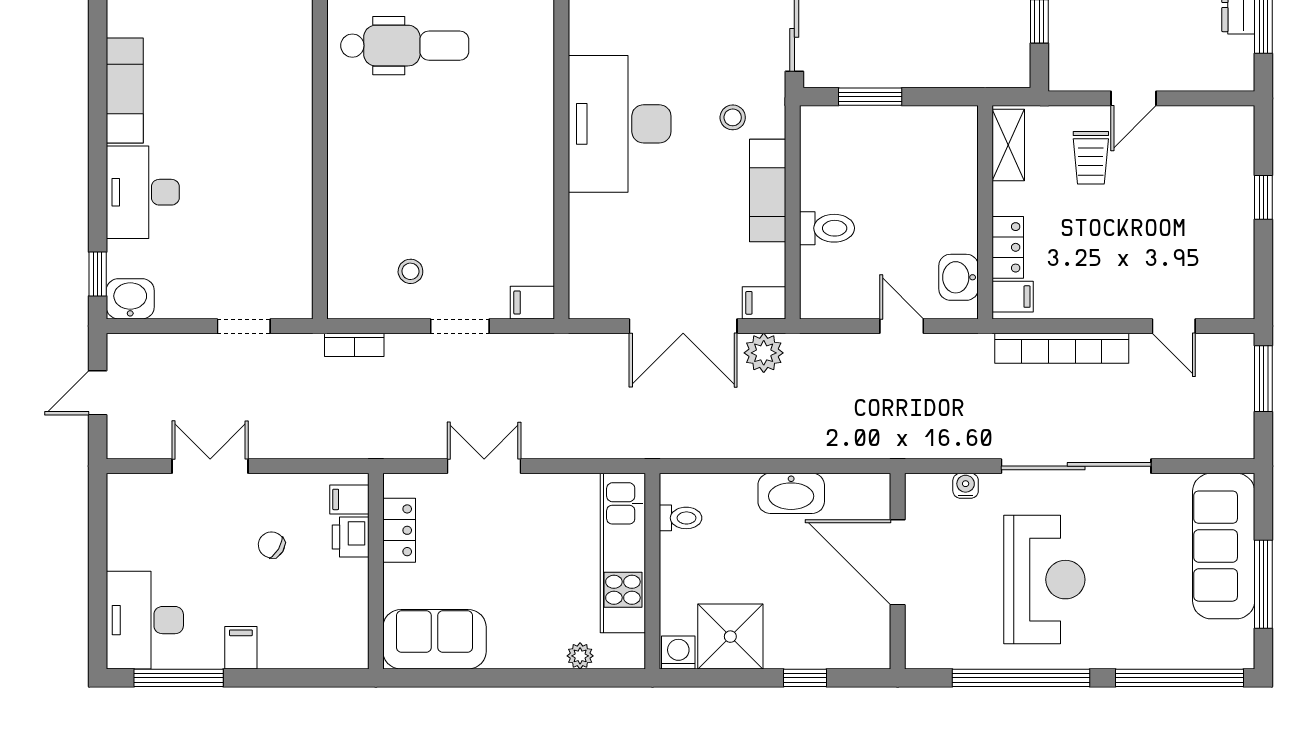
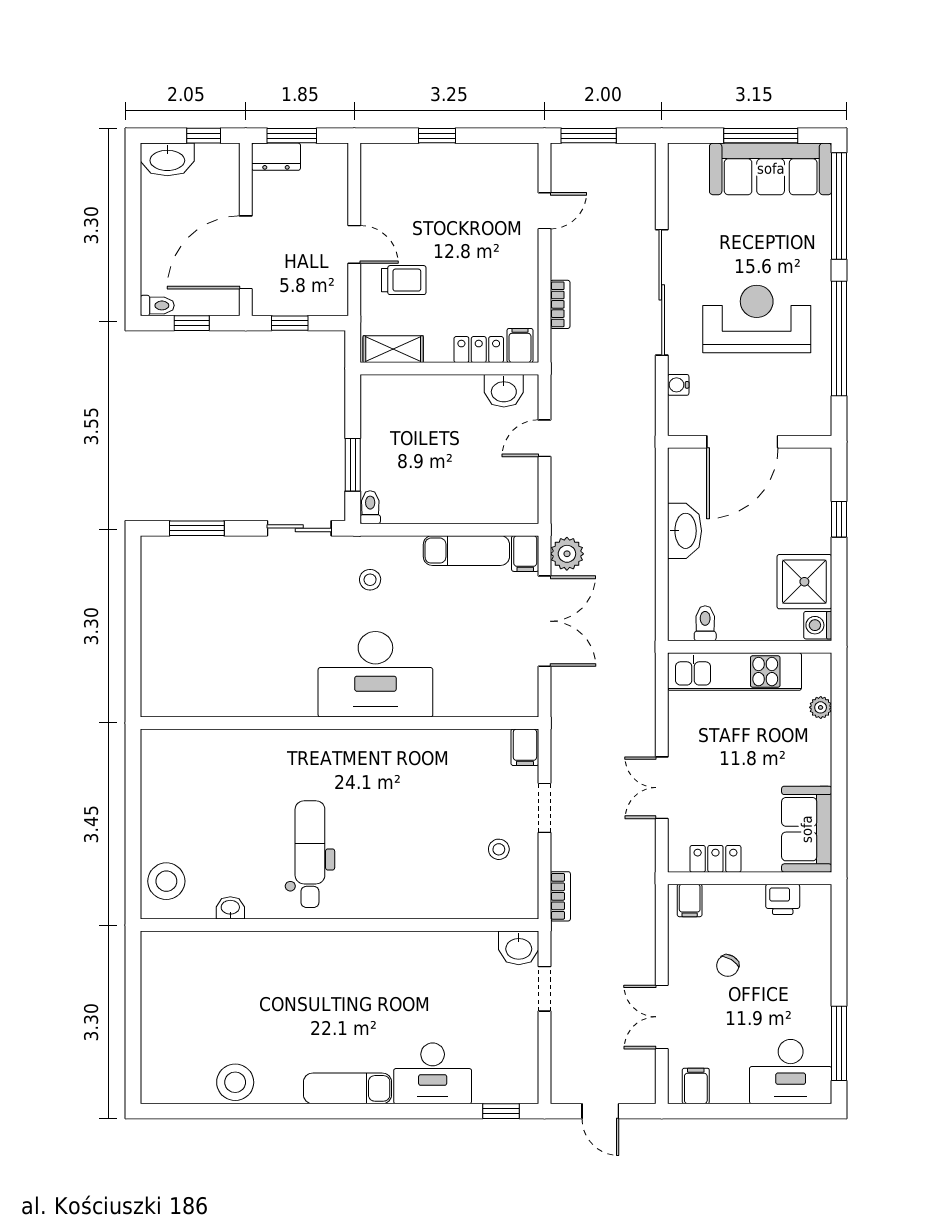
exam couch: (768, 190) -> (466, 551), moved
toilet: (827, 228) -> (370, 507), moved, width x0.73, depth x0.72
washbasin: (130, 299) -> (519, 948), moved, turned -90
bookcase: (1062, 348) -> (560, 304), width x0.43, depth x0.76
printer: (351, 537) -> (783, 899), moved
sofa: (1224, 546) -> (771, 169), moved
filing cabinet: (241, 648) -> (696, 1086), moved, turned 90

